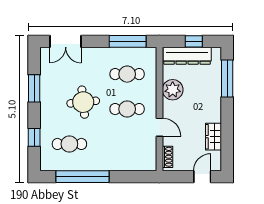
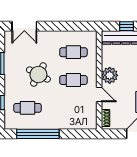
window: (128, 41) -> (74, 26), removed
plant: (173, 90) -> (110, 75), moved
round table: (83, 102) -> (38, 75), turned 34

